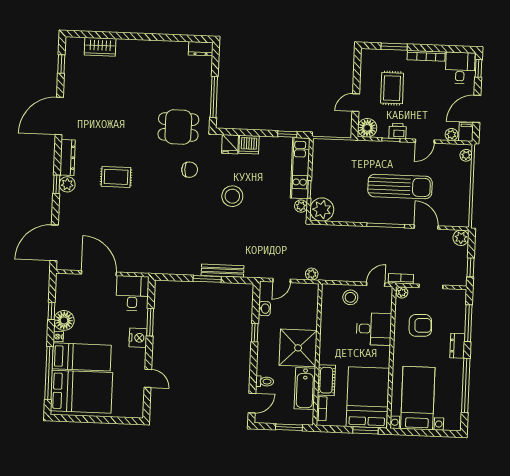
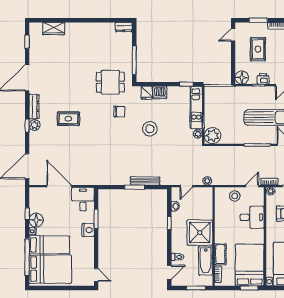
door: (356, 103) -> (233, 35), moved
door: (148, 378) -> (96, 275), moved

